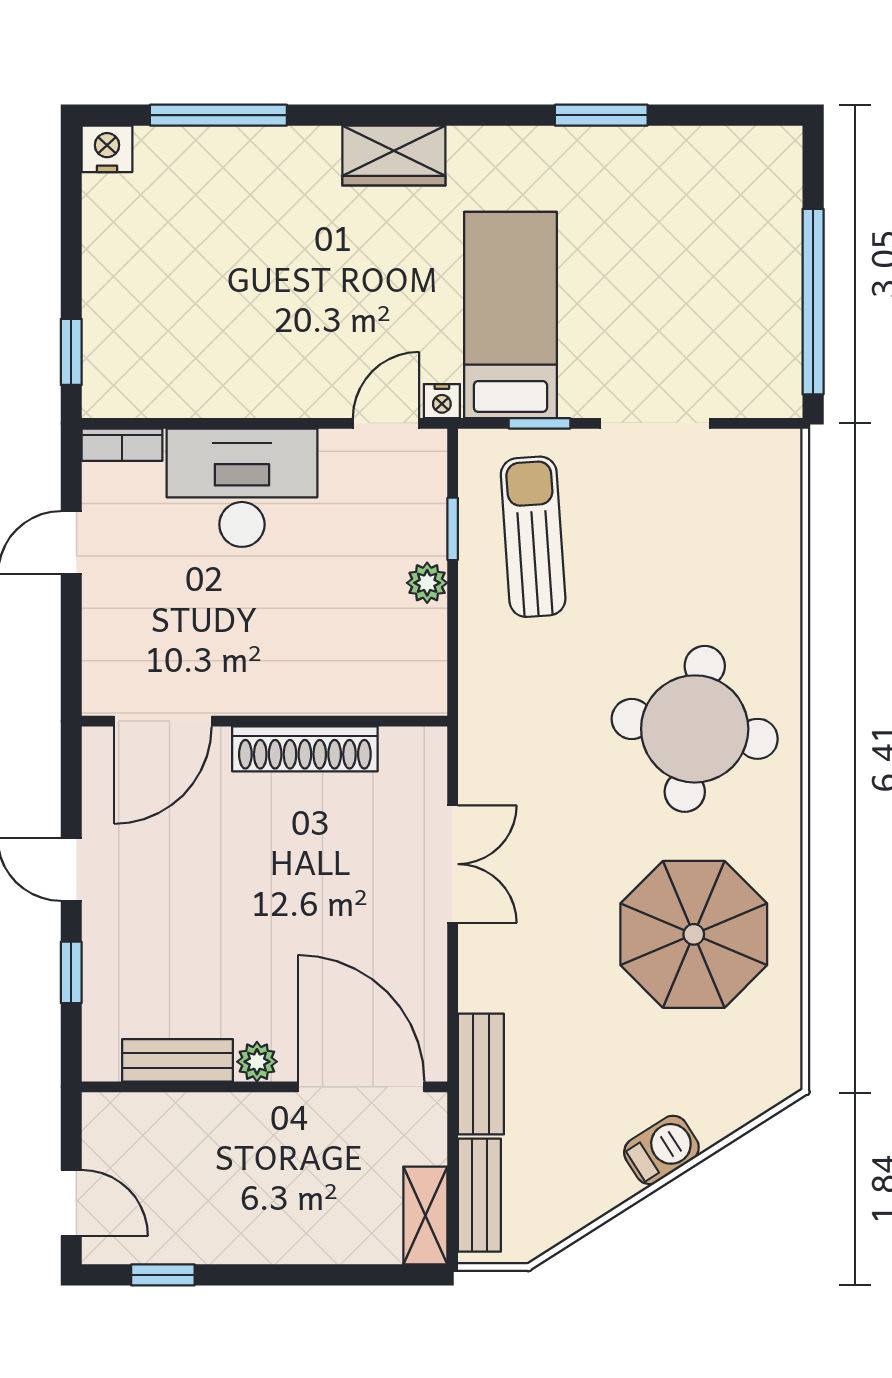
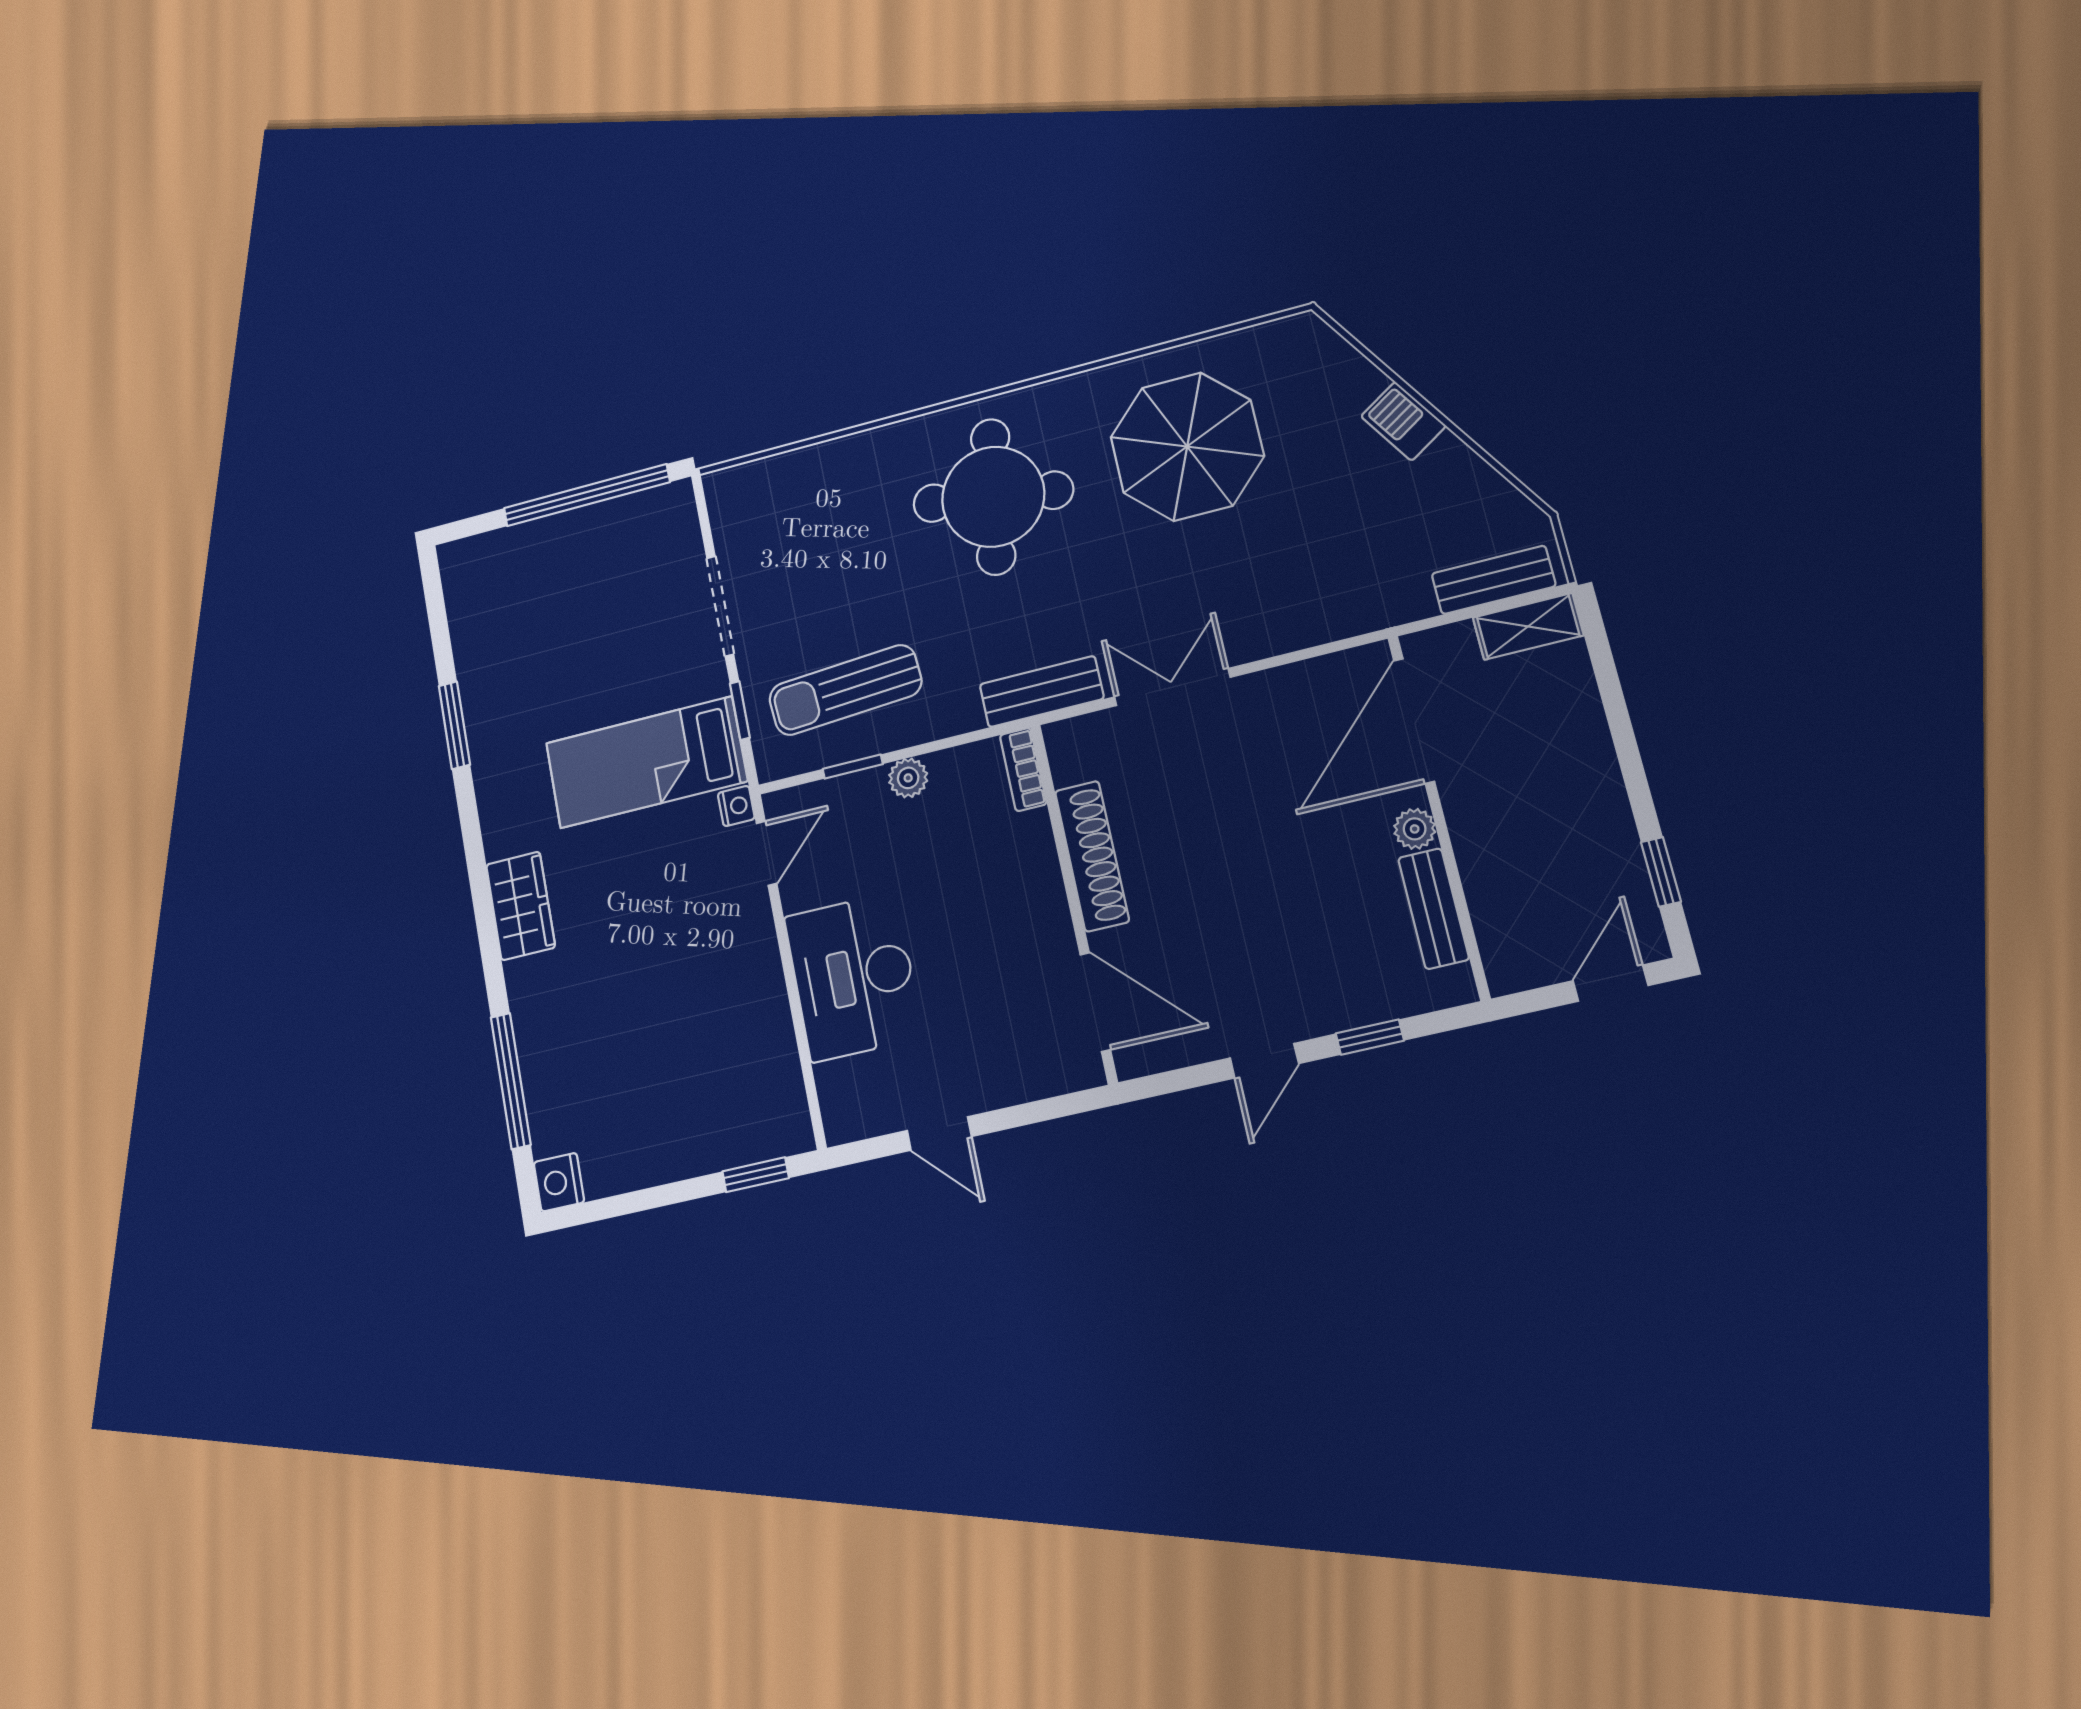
door: (386, 423) -> (767, 853), swing flipped
bookcase: (122, 445) -> (1023, 770), moved, turned 180
bench: (481, 1074) -> (1042, 692), moved

